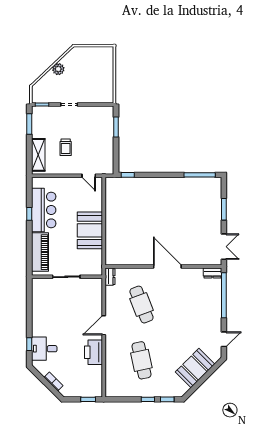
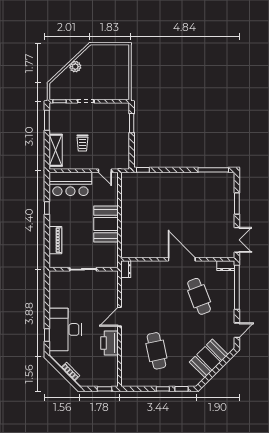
bar counter: (44, 210) -> (70, 184), moved, turned 90
piano: (40, 252) -> (55, 240), width x0.73, depth x0.75
cafe table: (141, 305) -> (199, 296), moved
desk: (44, 349) -> (65, 329), width x1.87, depth x1.30

